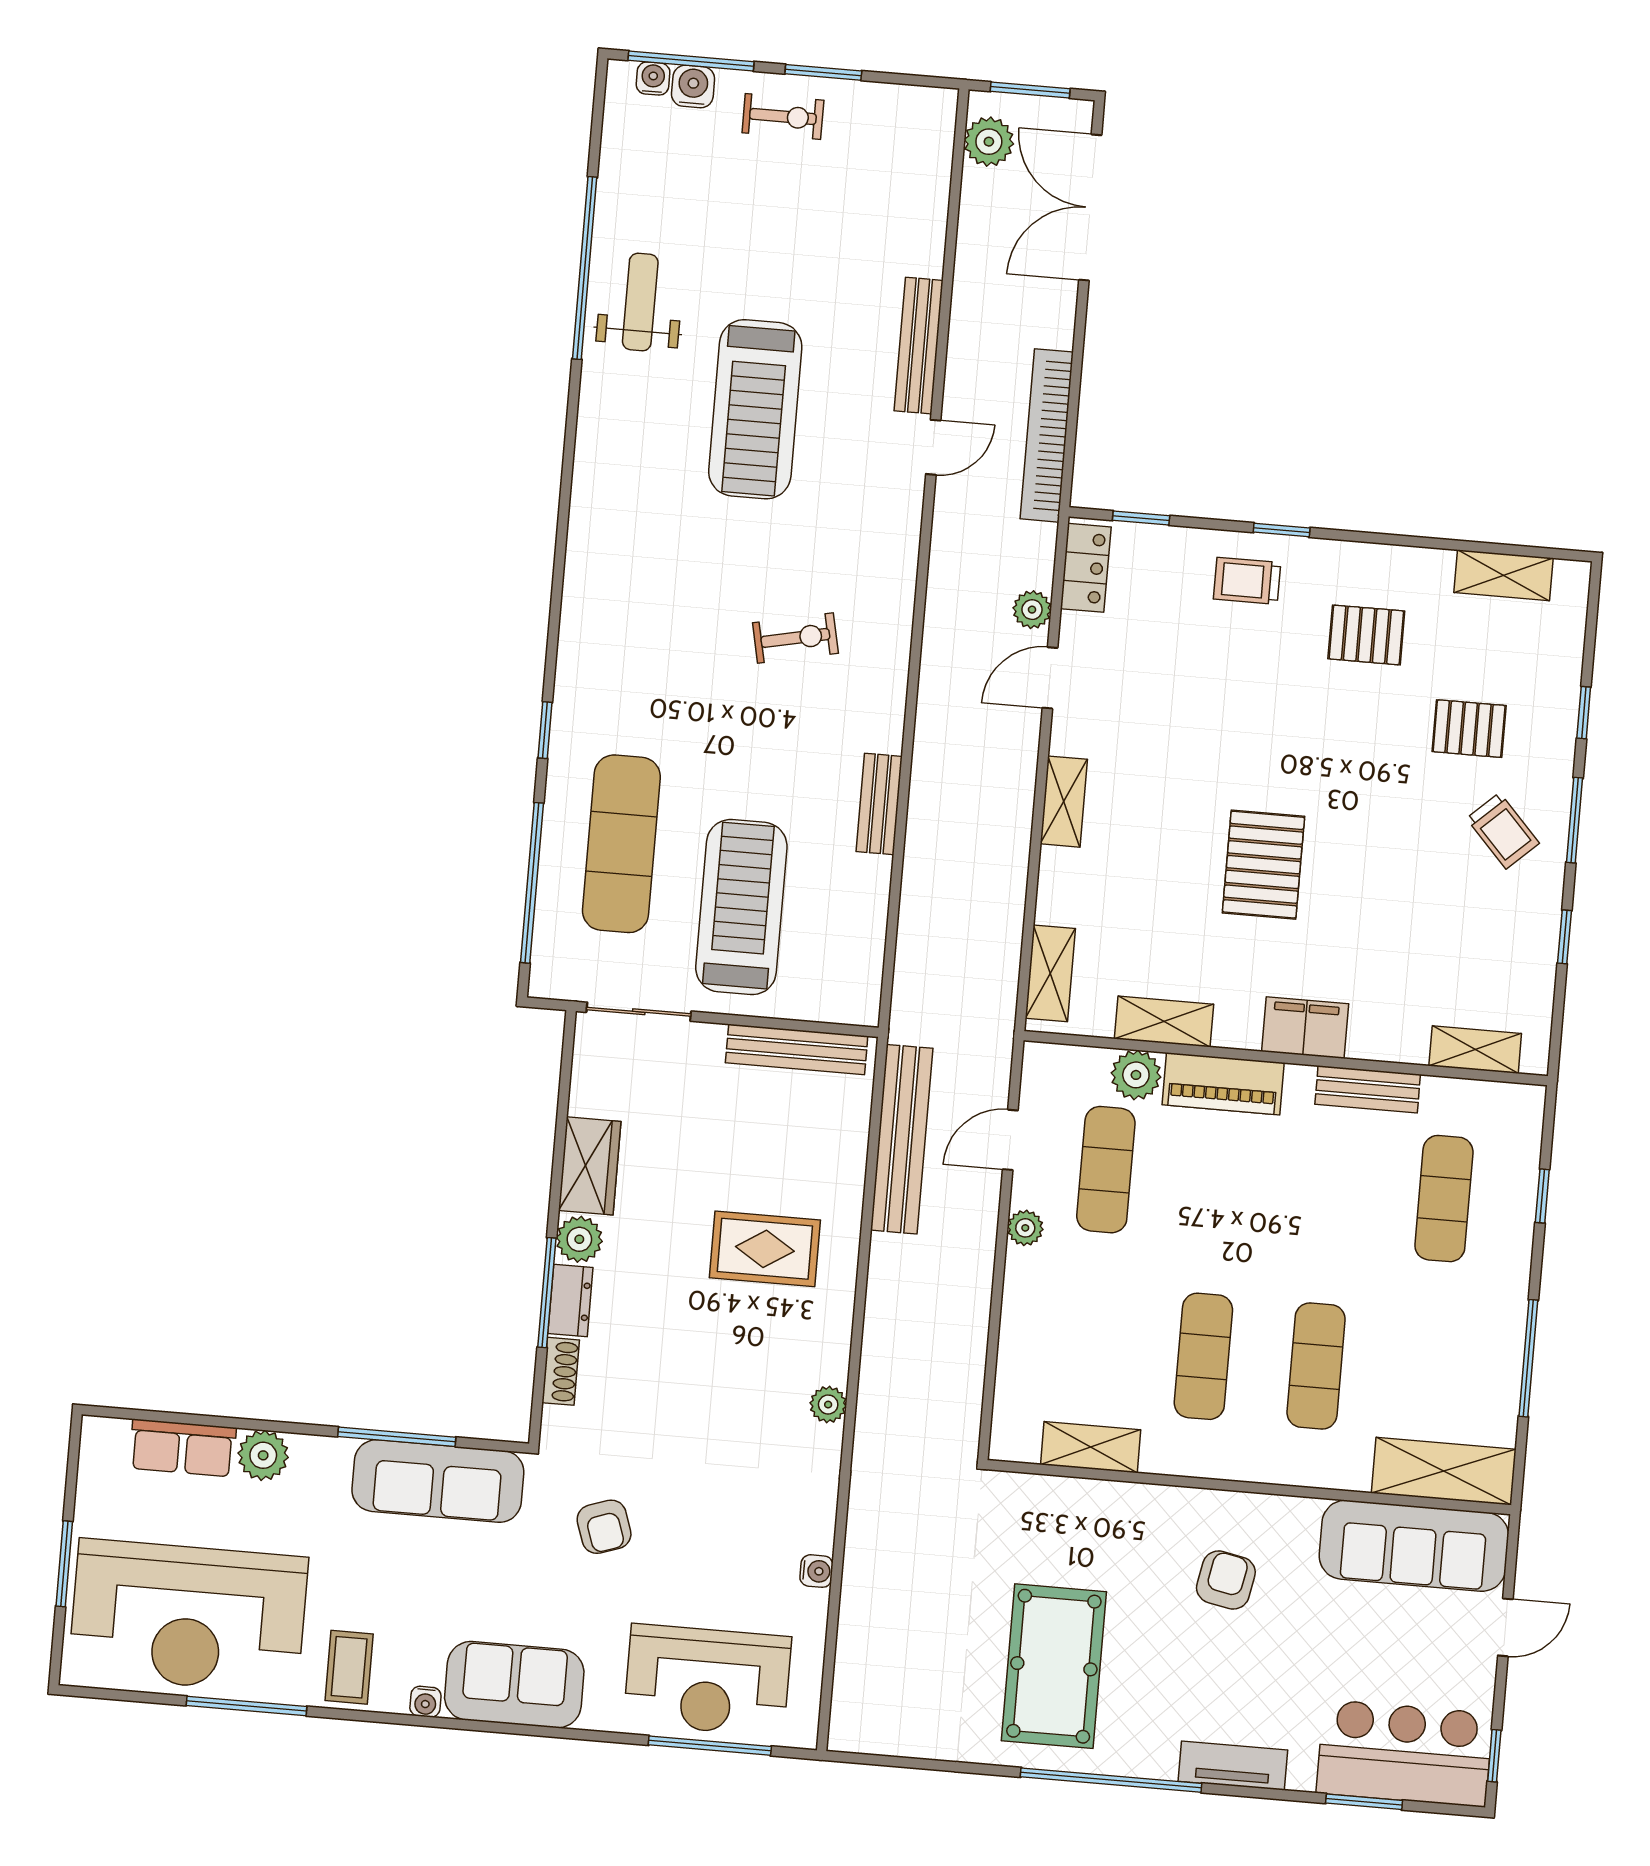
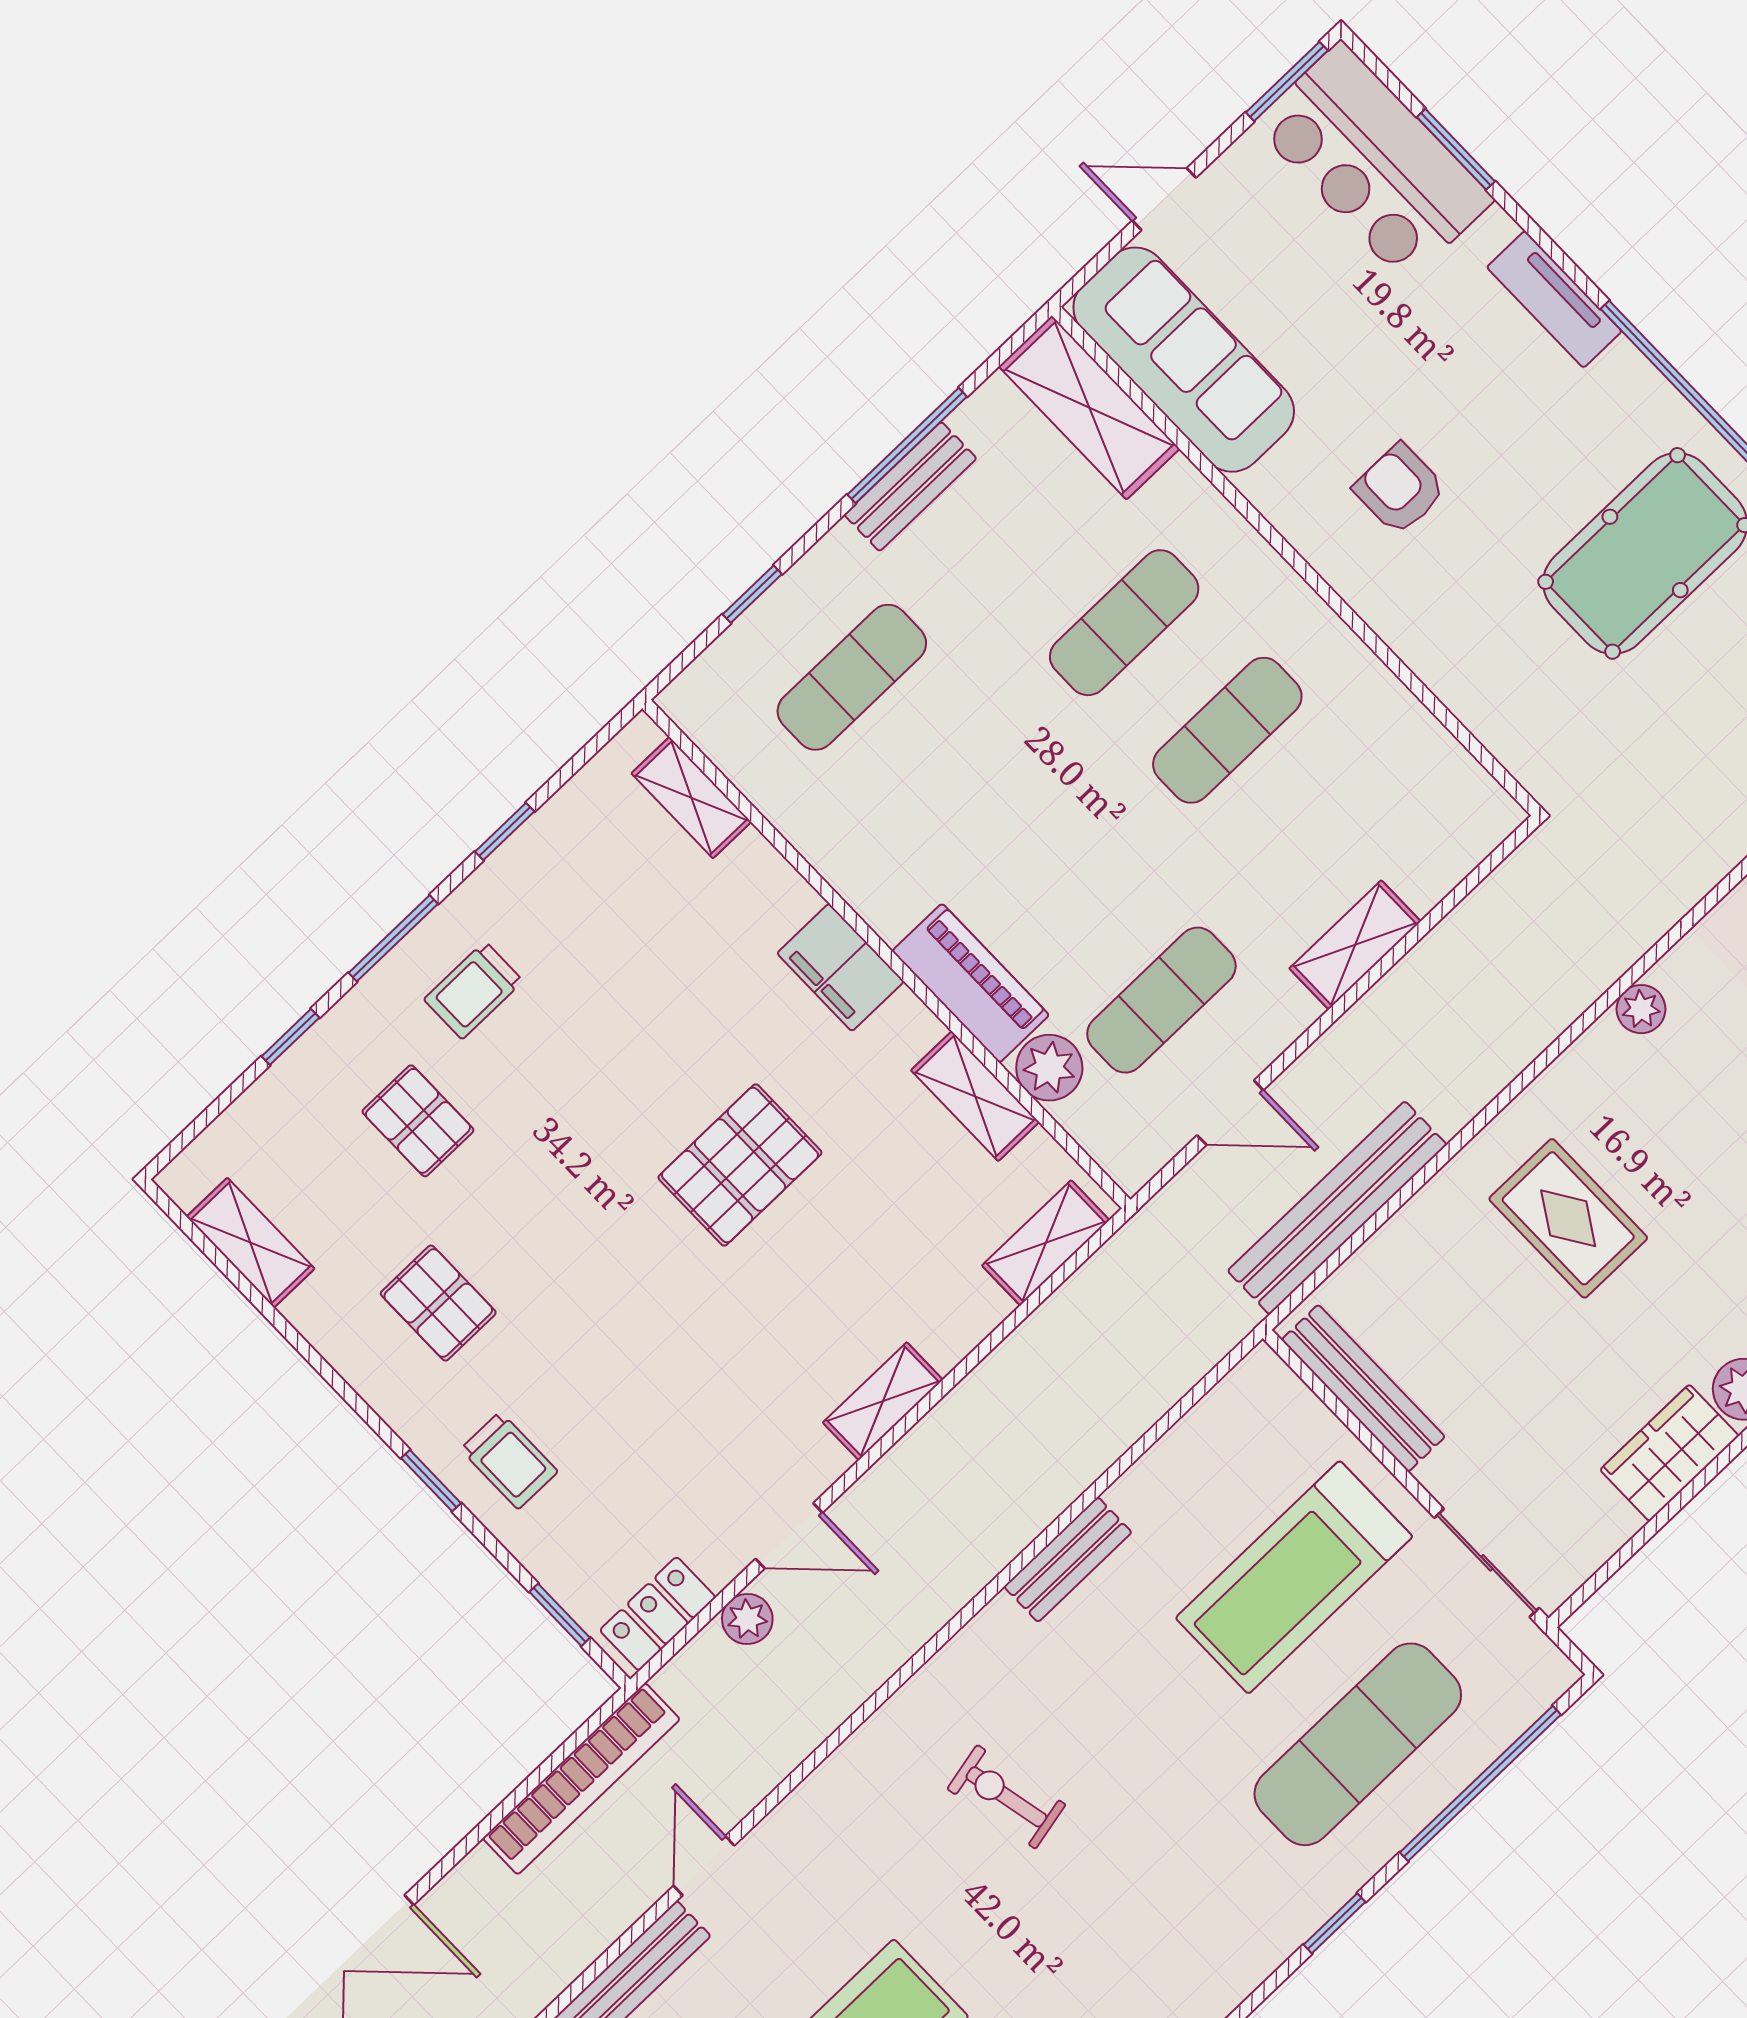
door: (933, 447) -> (704, 1866), hinge flipped
trolley: (1503, 831) -> (473, 990), turned -137
bench: (1368, 1089) -> (910, 486), moved, turned 90
plant: (1025, 1228) -> (1292, 1012), removed
shelving: (1091, 1447) -> (1355, 945), moved, turned 90
armchair: (1226, 1580) -> (1400, 489), turned 79
window: (1494, 1756) -> (1287, 81), width x1.50

